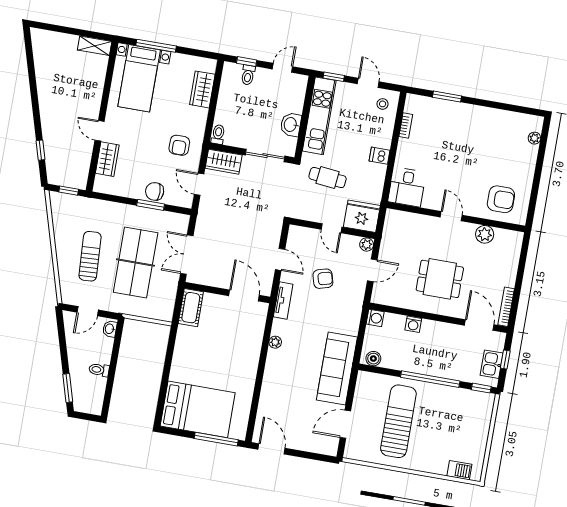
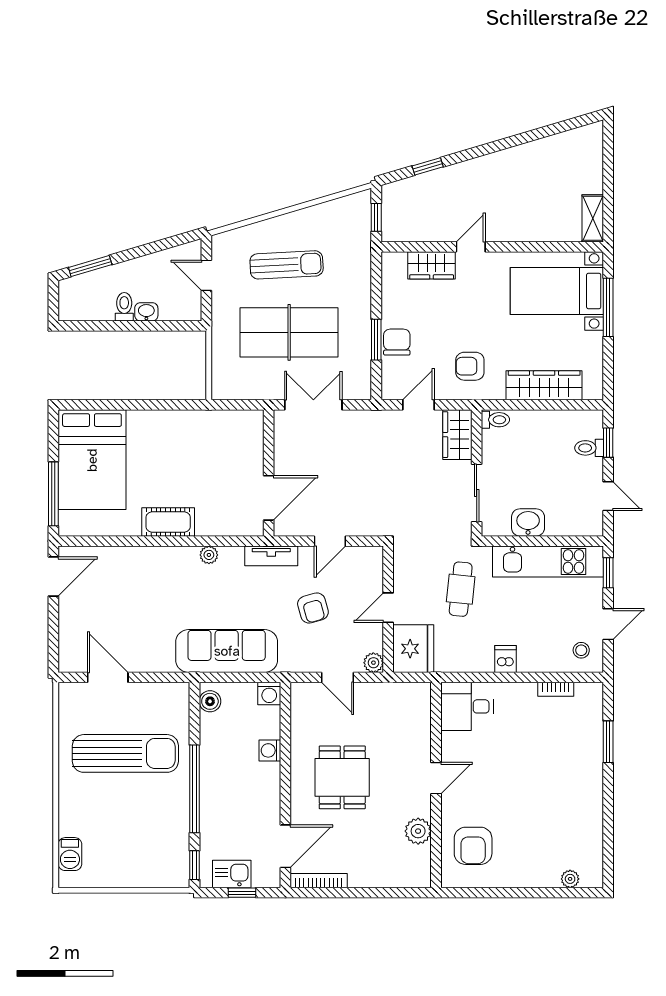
wardrobe: (202, 89) -> (544, 385), width x1.50
cot: (191, 308) -> (168, 522), moved
washbasin: (110, 329) -> (146, 312), moved
sofa: (337, 369) -> (227, 651), moved

